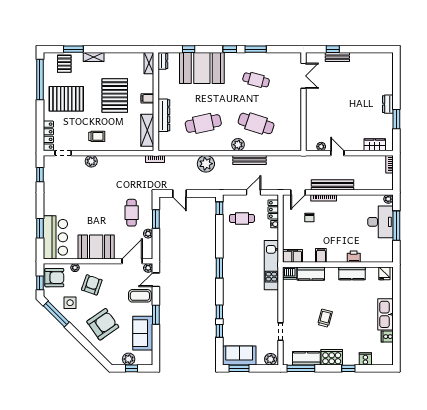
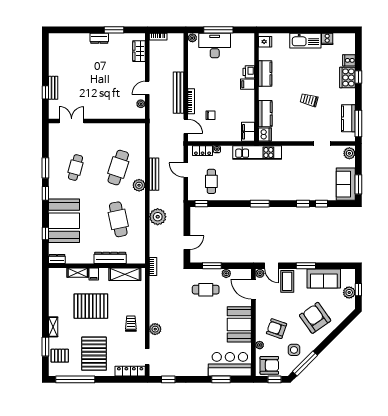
shelving: (149, 63) -> (78, 273), moved
filing cabinet: (321, 255) -> (248, 84), moved
armchair: (54, 278) -> (269, 365), turned 90
cooker: (332, 357) -> (347, 77), moved

